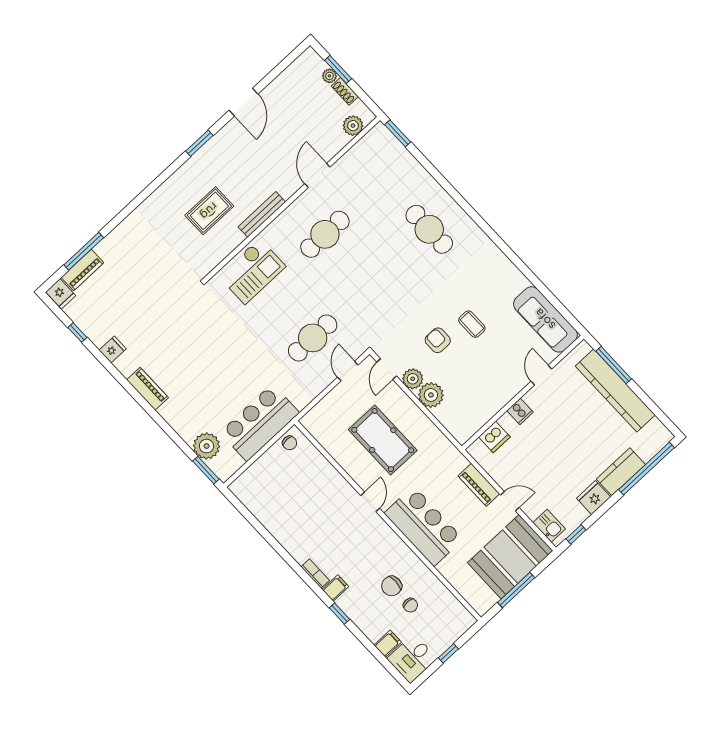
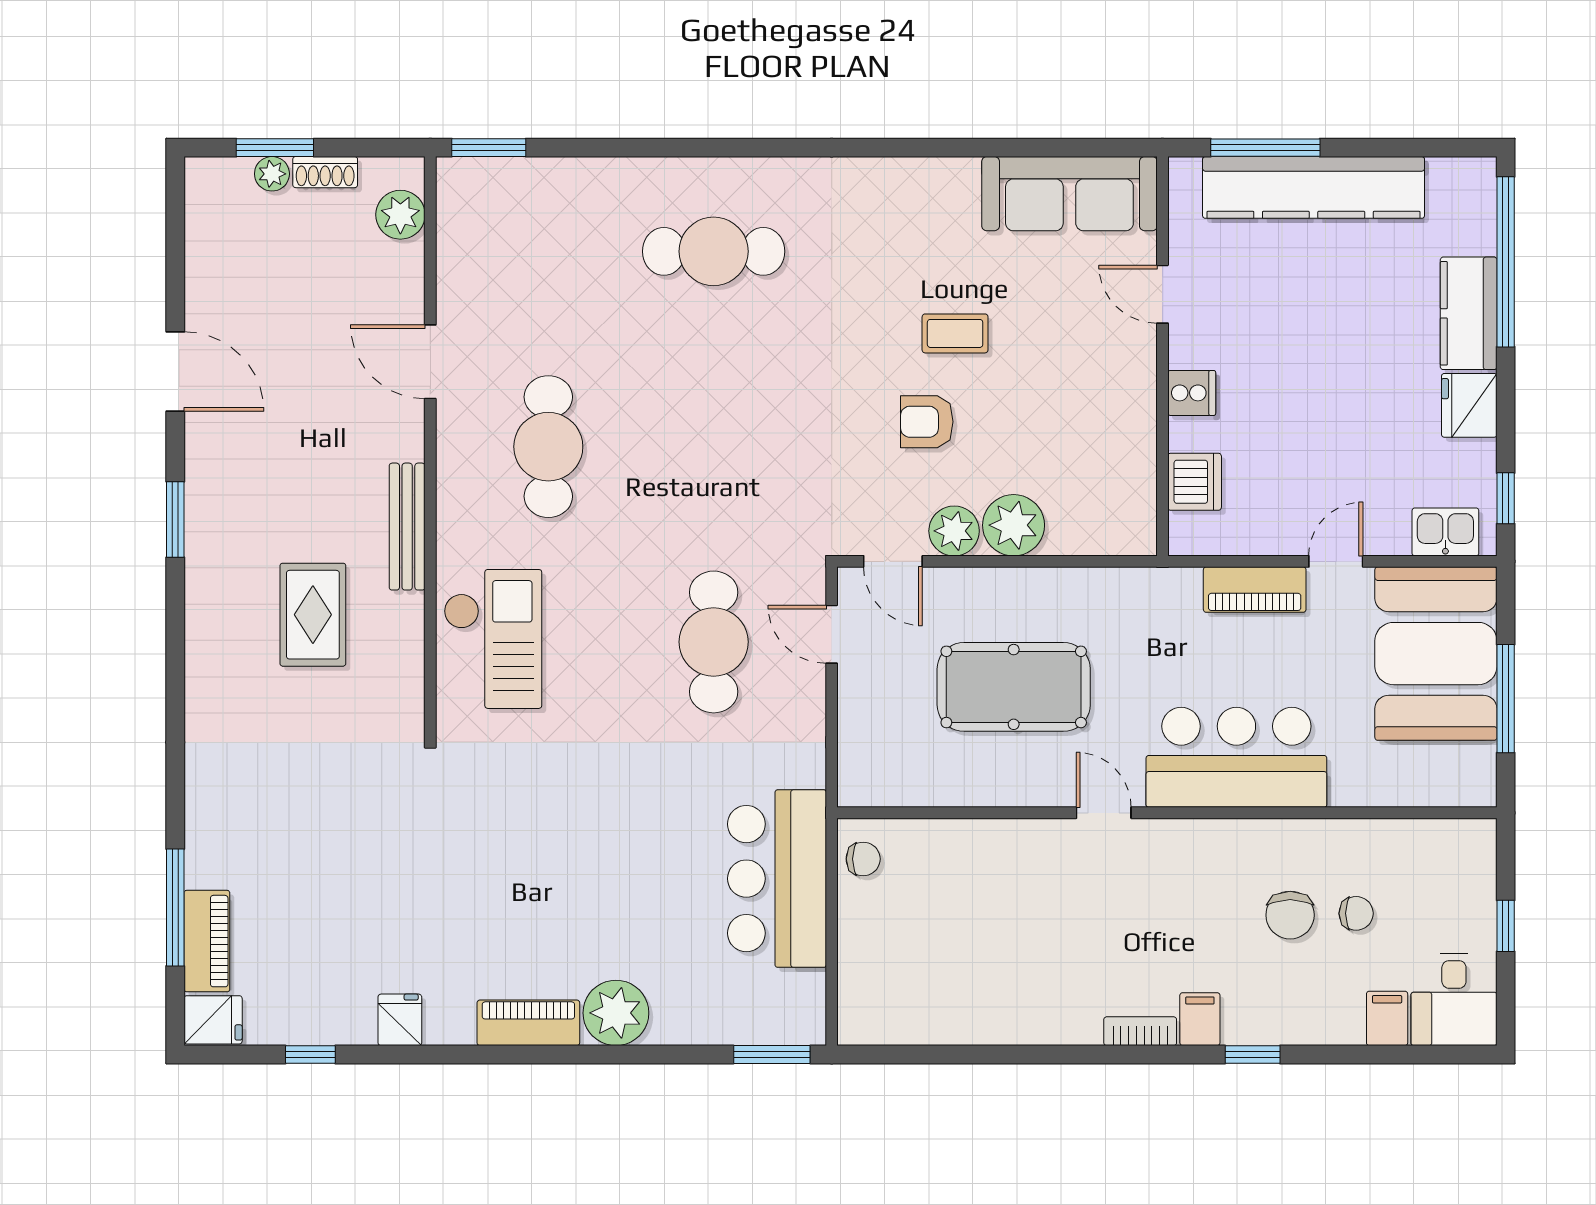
plant: (207, 446) -> (616, 1013), moved

